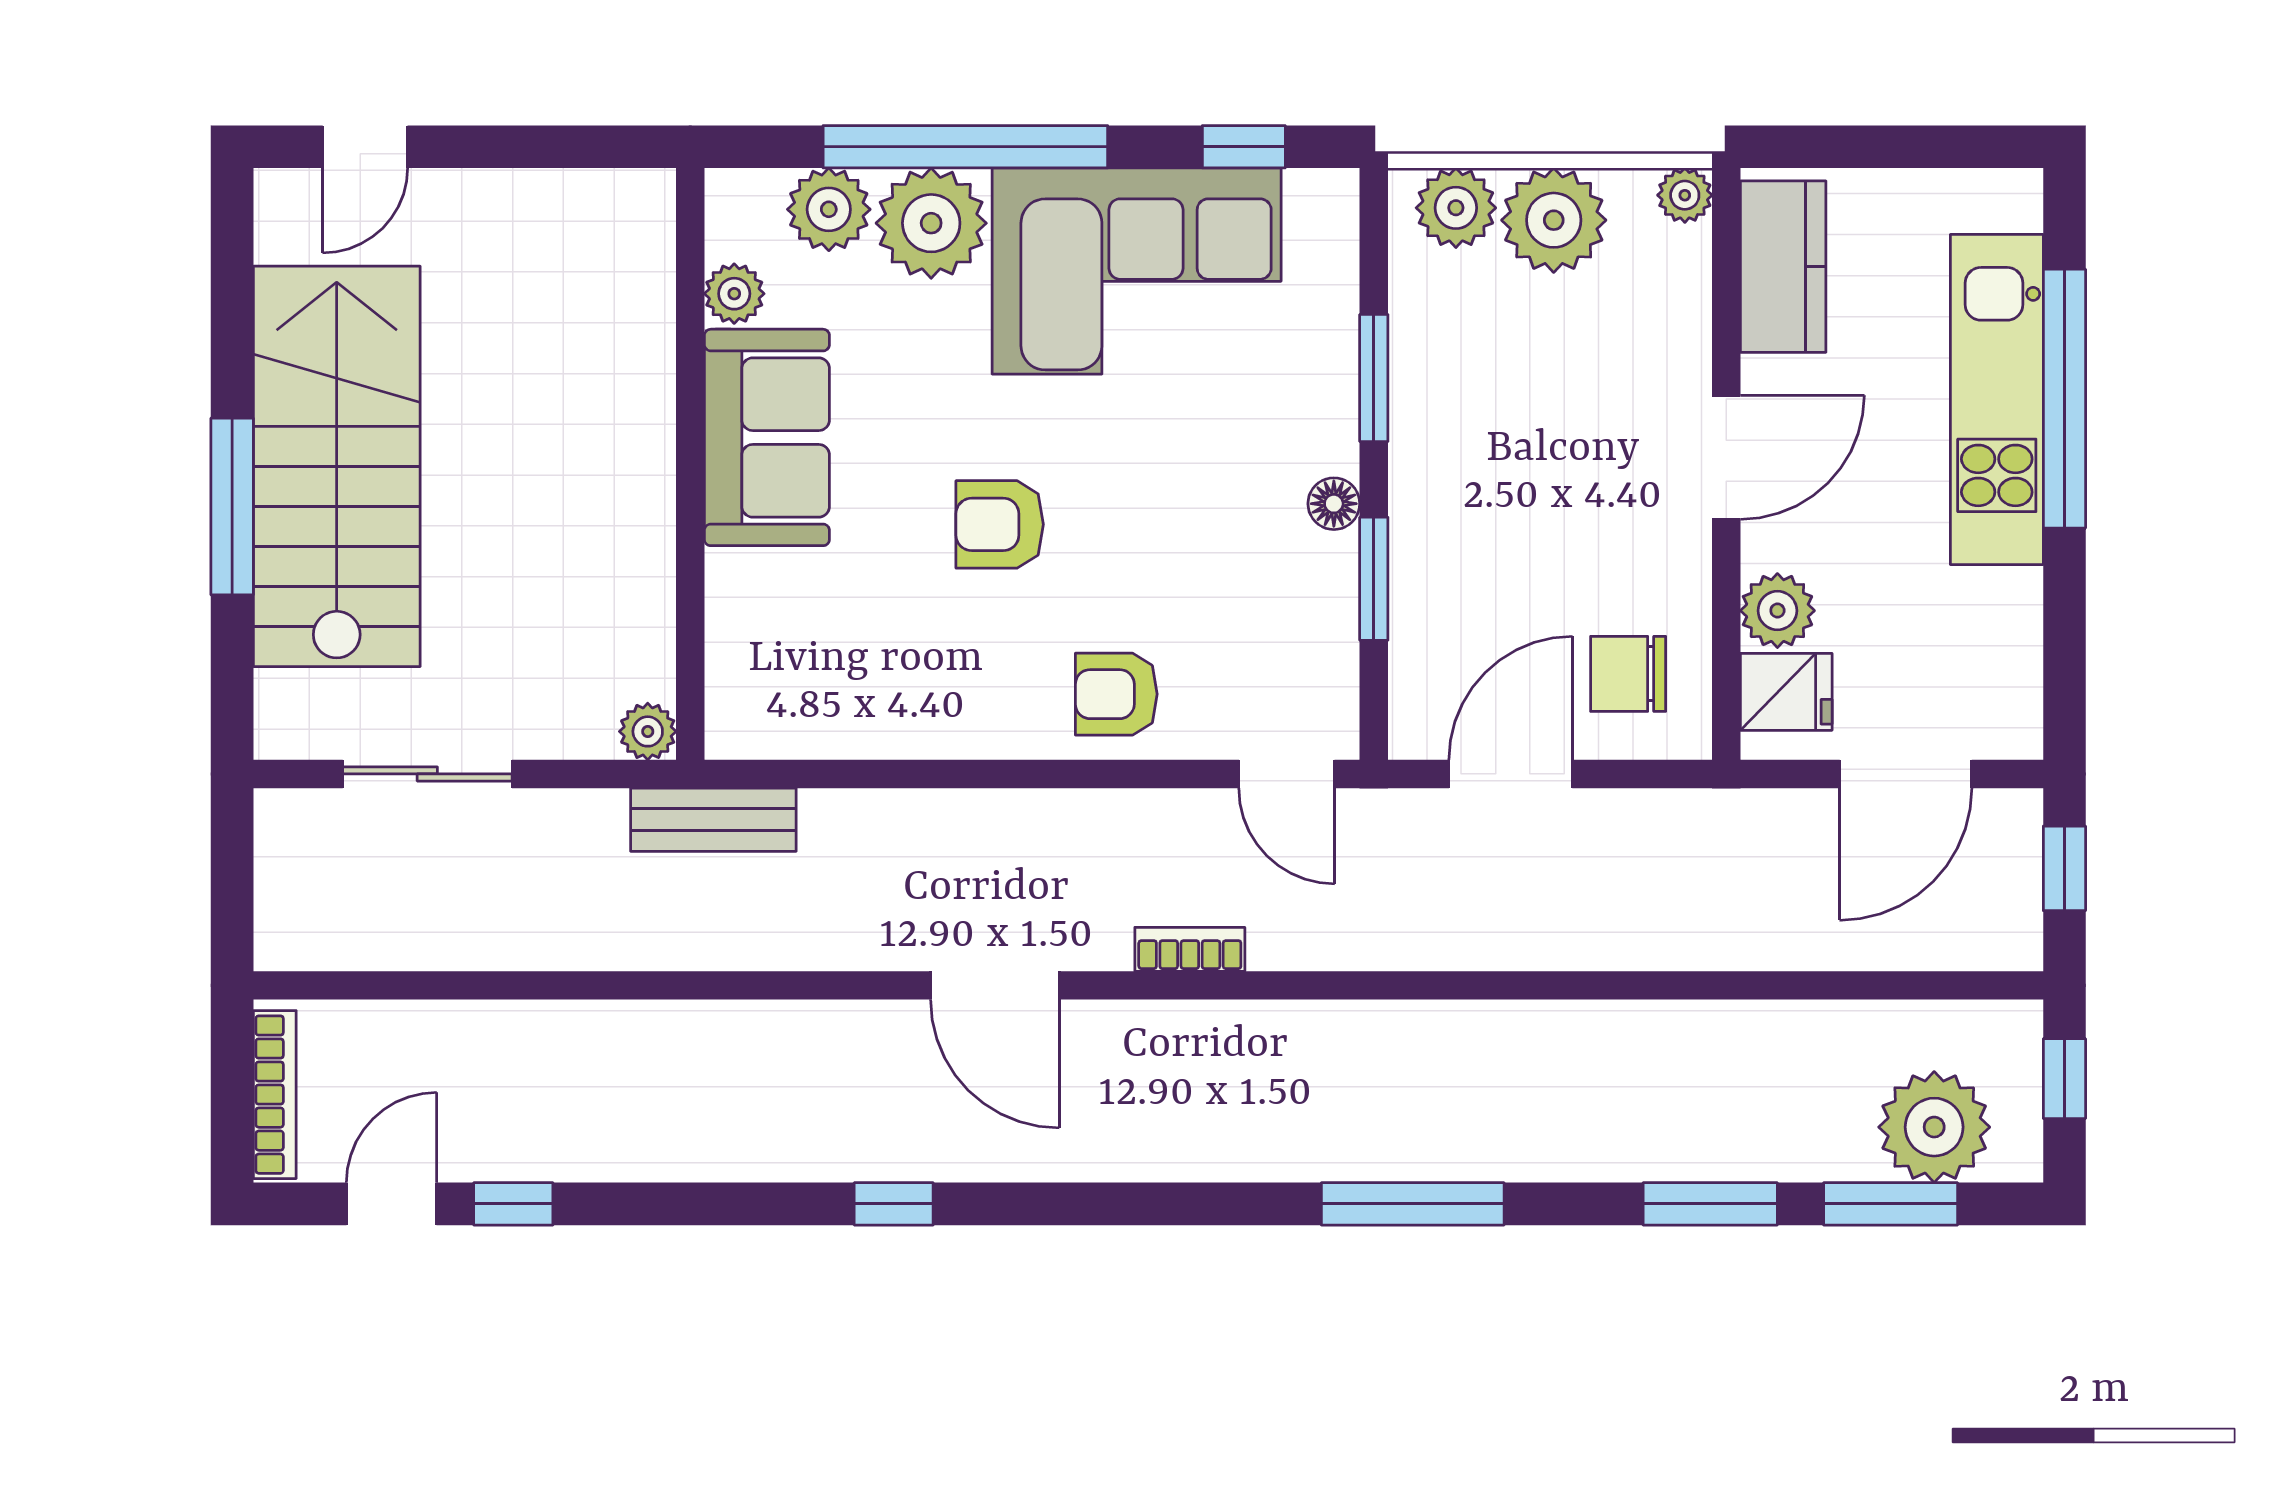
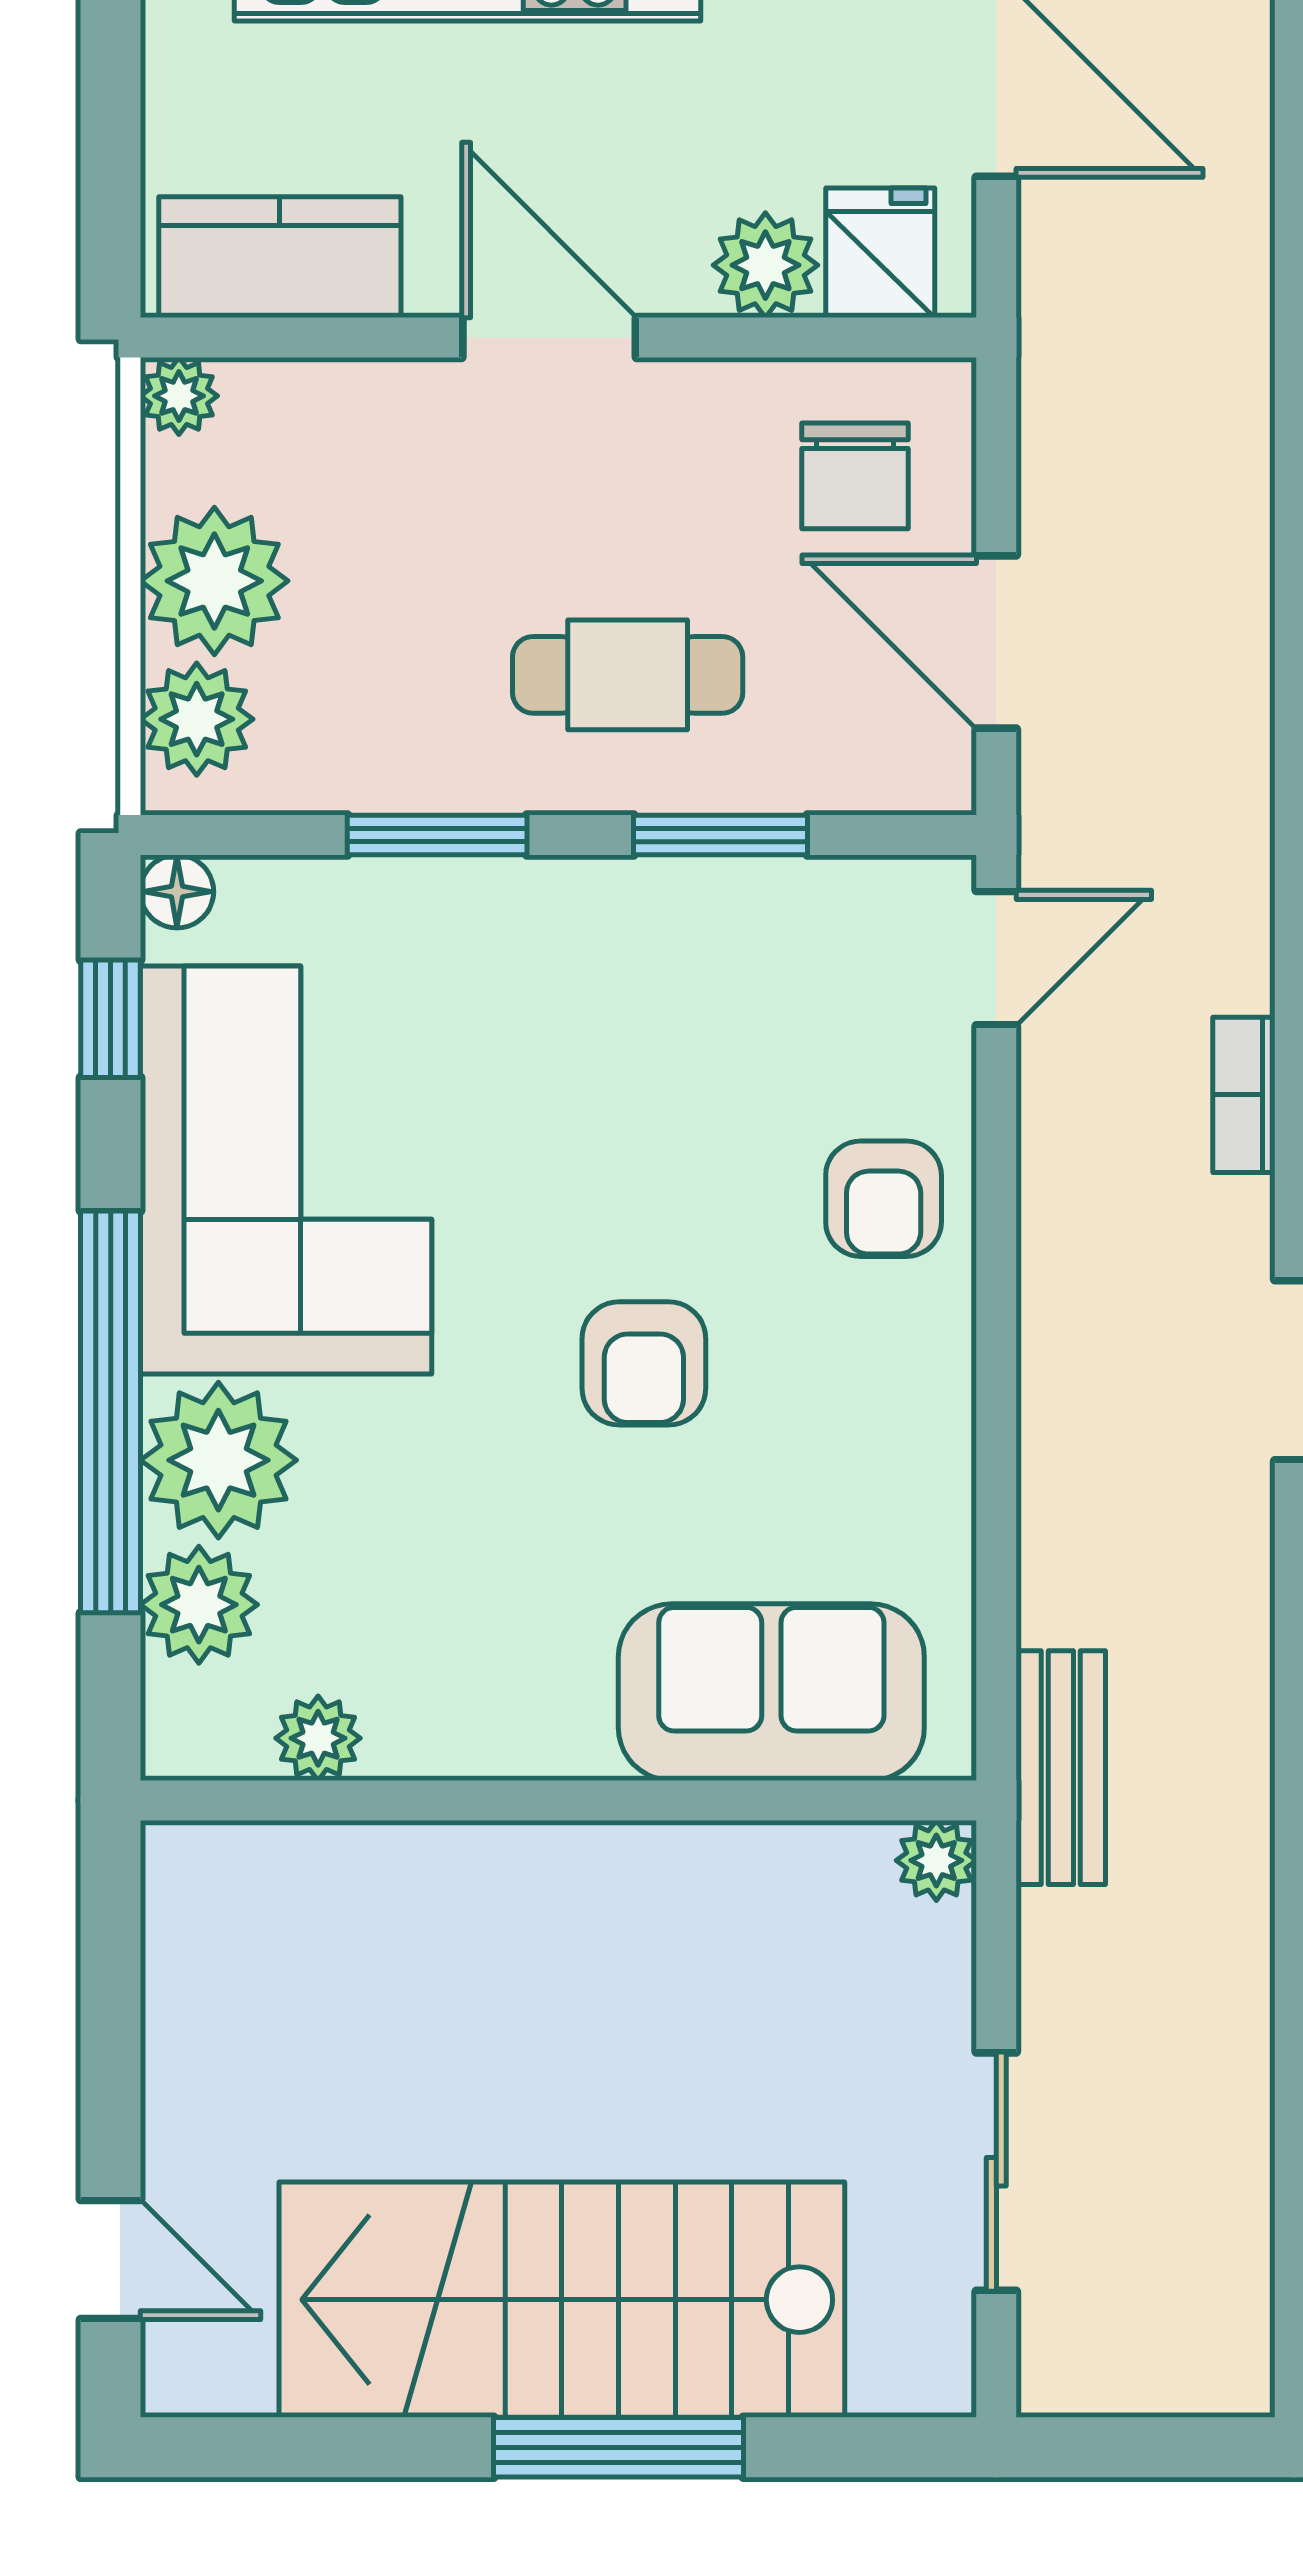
sofa: (767, 437) -> (771, 1692), moved
floor lamp: (1334, 504) -> (177, 892), moved
cafe table: (1487, 513) -> (628, 675), added

